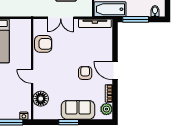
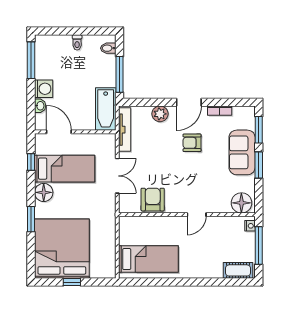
floor lamp: (41, 99) -> (241, 203), moved
plant: (106, 109) -> (160, 114), moved
window: (95, 122) -> (259, 130), added

